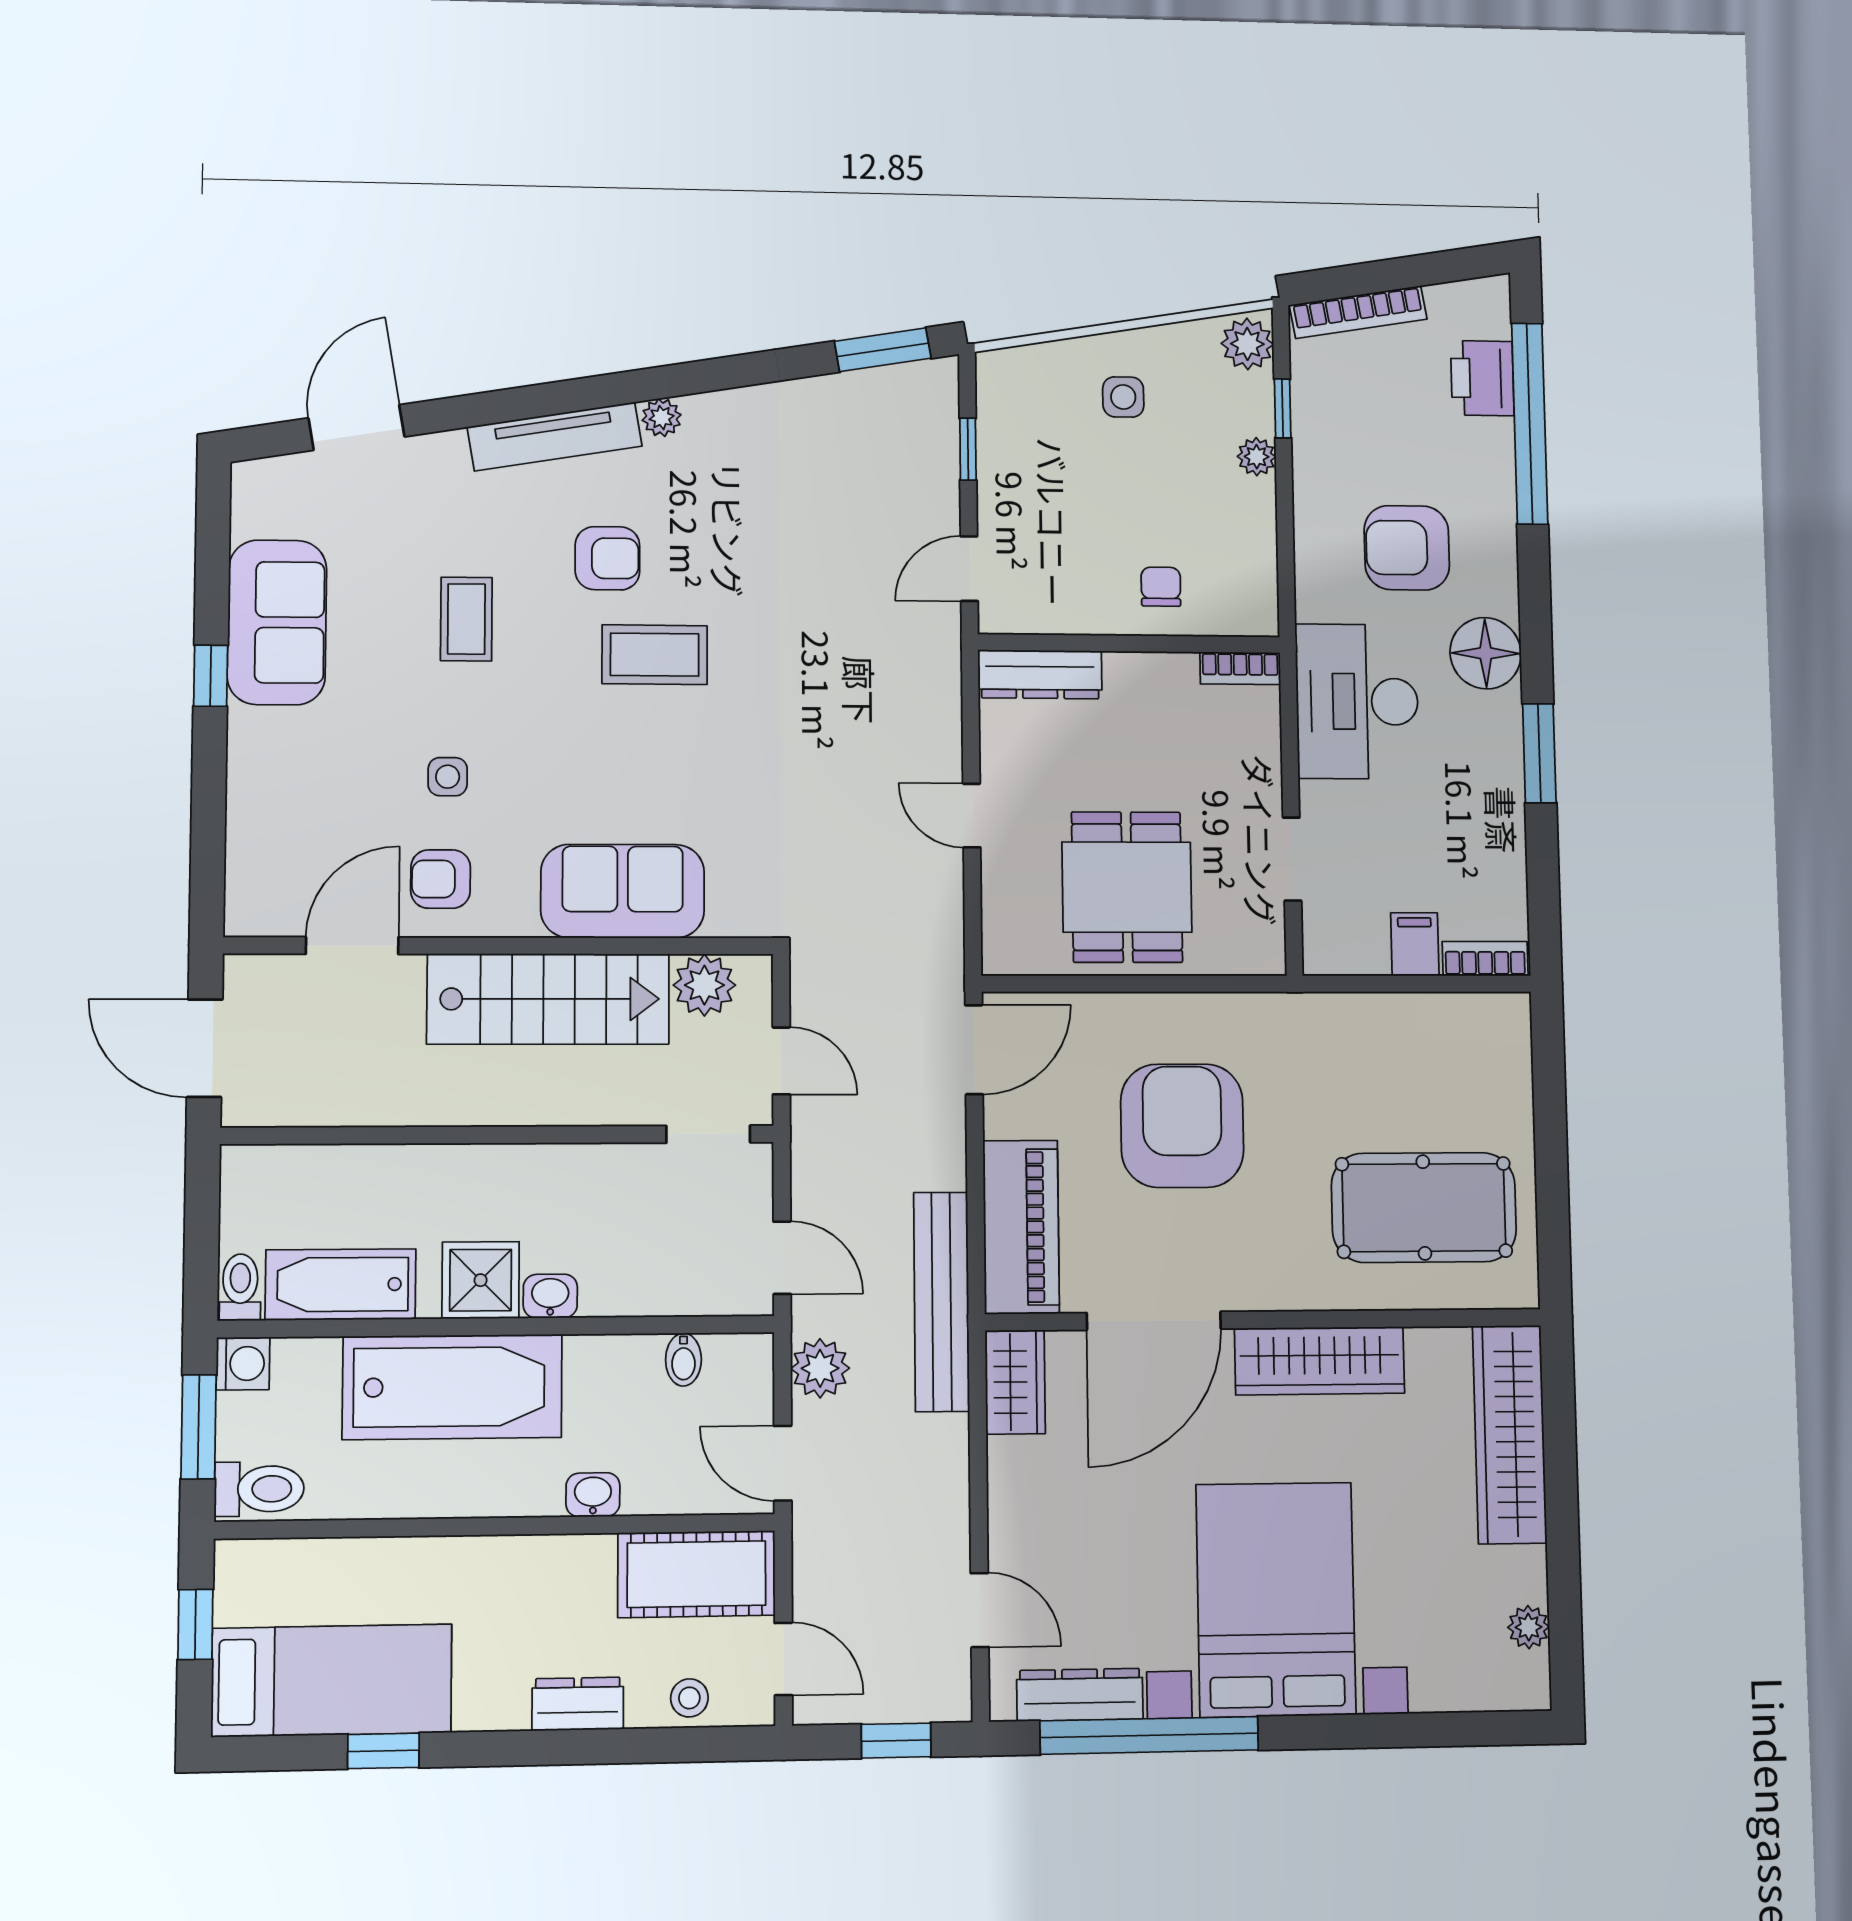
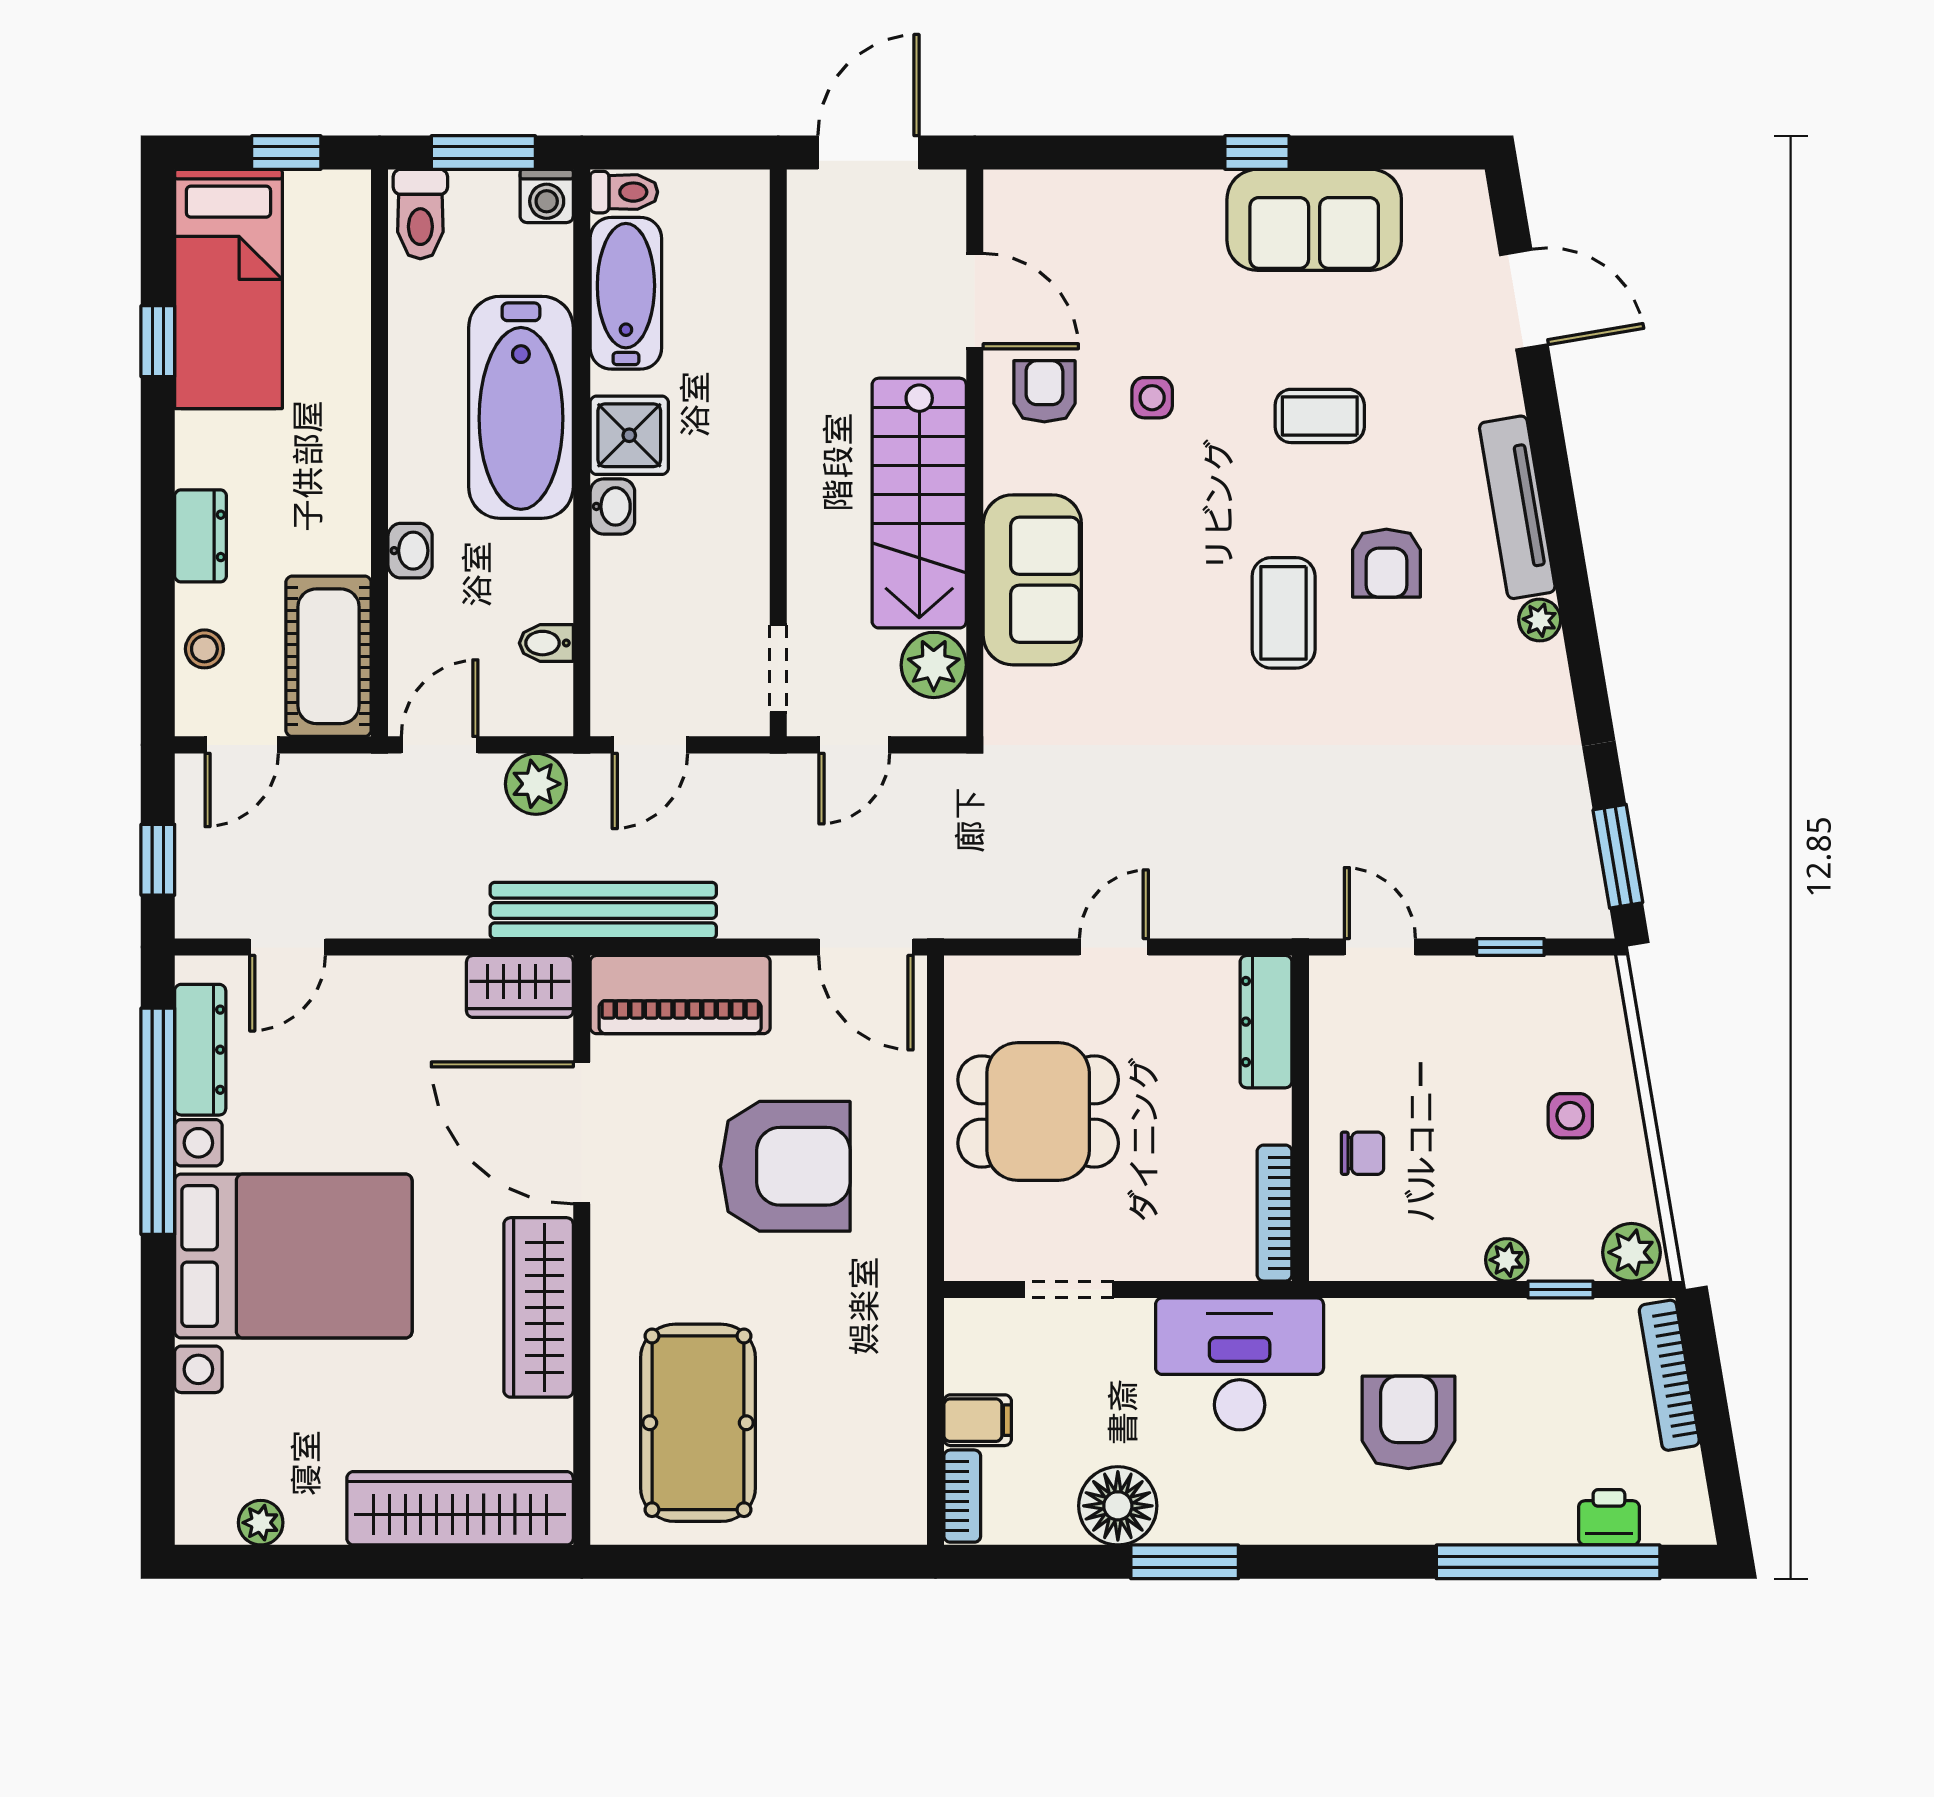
printer: (1482, 378) -> (1609, 1517), width x0.73, depth x0.81
floor lamp: (1486, 653) -> (1118, 1506), moved
bookcase: (1240, 668) -> (1275, 1213), width x1.56

